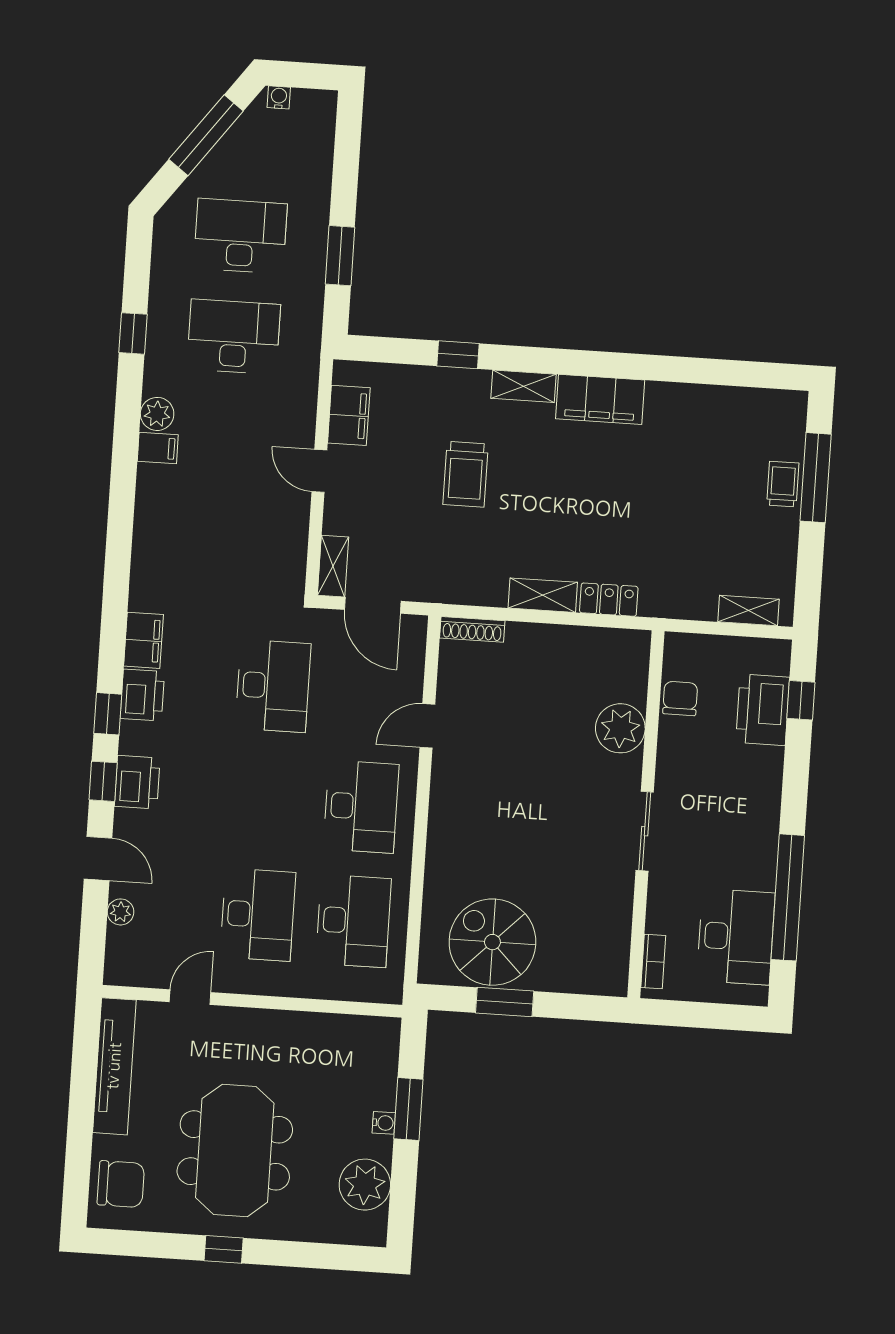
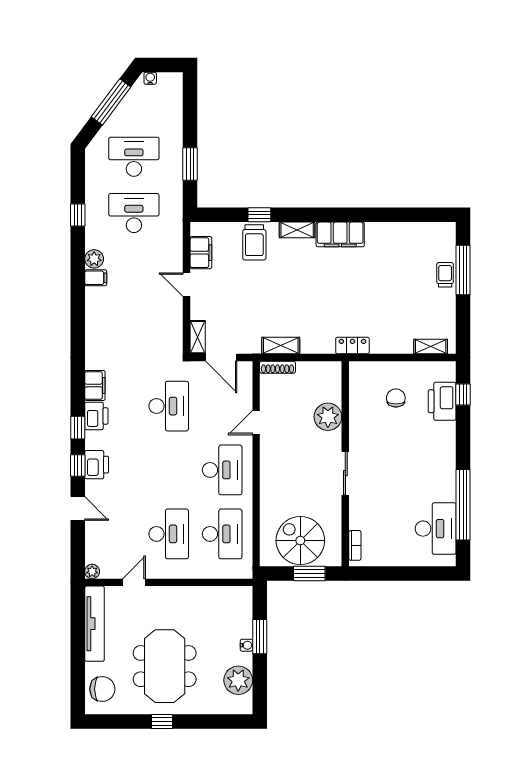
trolley: (466, 474) -> (254, 242), moved
shelving: (543, 595) -> (281, 346), moved
plant: (620, 728) -> (328, 417), moved
wall: (646, 814) -> (345, 464), moved
sliding door: (645, 831) -> (345, 473), moved
plant: (121, 912) -> (92, 571), moved
bookcase: (653, 962) -> (355, 545), moved

